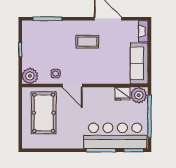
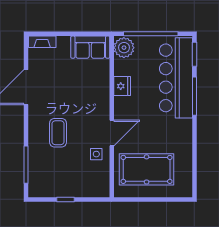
coffee table: (87, 42) -> (58, 133), moved
sofa: (139, 63) -> (90, 47), width x0.73
plant: (30, 76) -> (99, 187), removed
fridge: (122, 94) -> (122, 86), moved

